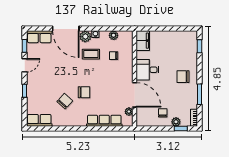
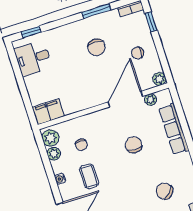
plant: (85, 37) -> (50, 138), moved
desk: (147, 70) -> (33, 58), moved, turned 90
chair: (183, 77) -> (96, 47), moved
chair: (84, 92) -> (133, 145), moved
plant: (176, 122) -> (159, 79), moved

